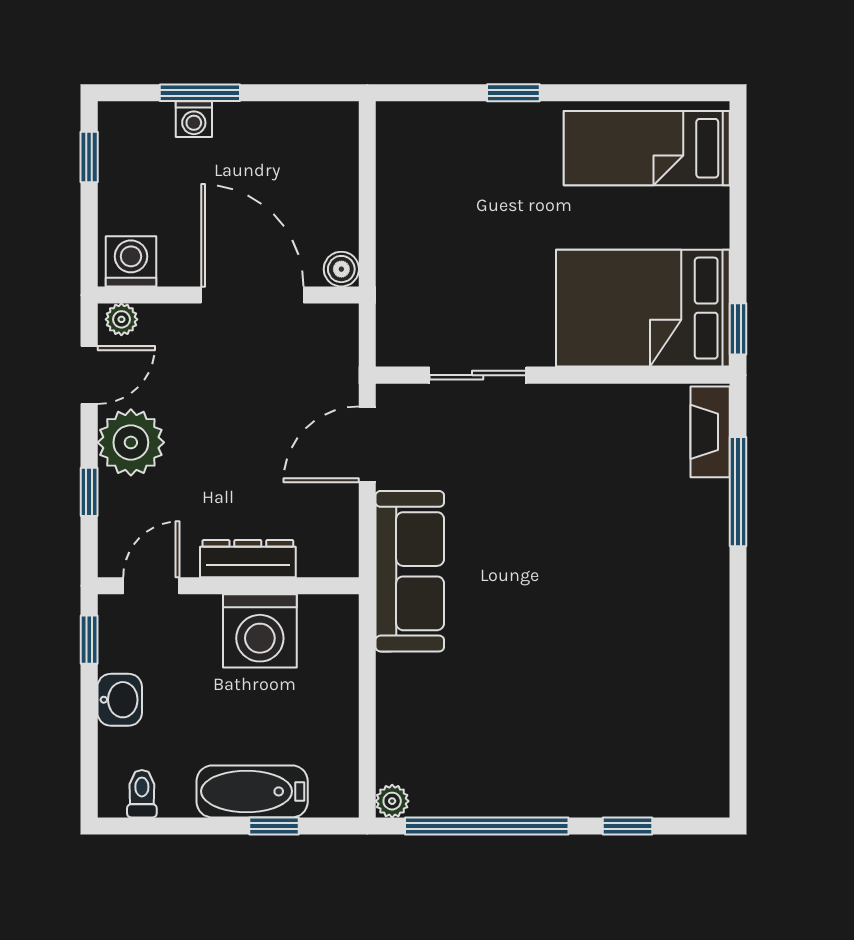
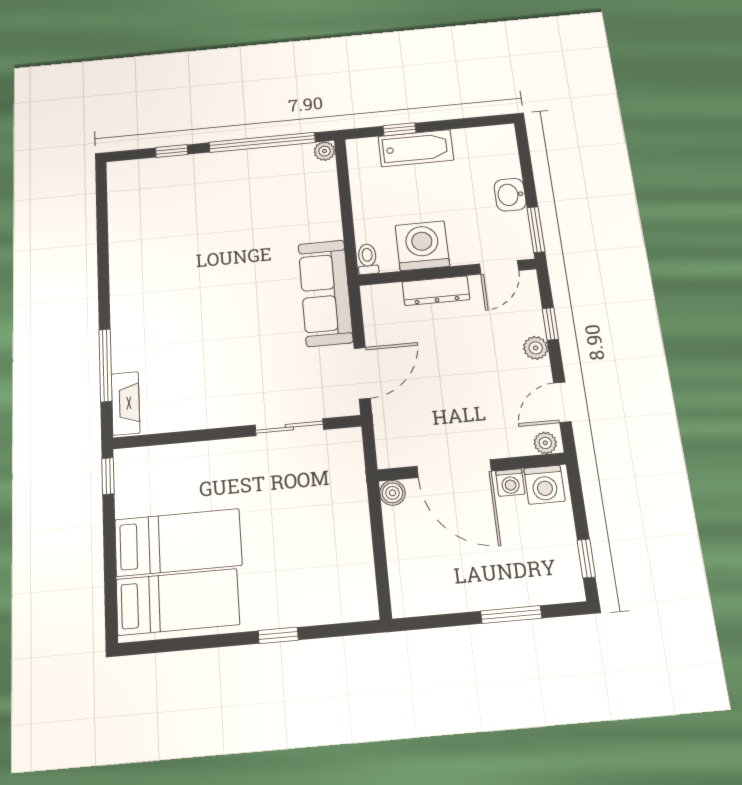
washing machine: (194, 119) -> (510, 483), moved, turned 180
bed: (643, 308) -> (178, 542), moved, width x0.67
plant: (131, 442) -> (536, 348), width x0.53, depth x0.53
window: (89, 640) -> (536, 230), width x1.50
toilet: (142, 794) -> (368, 259), moved, turned 180

